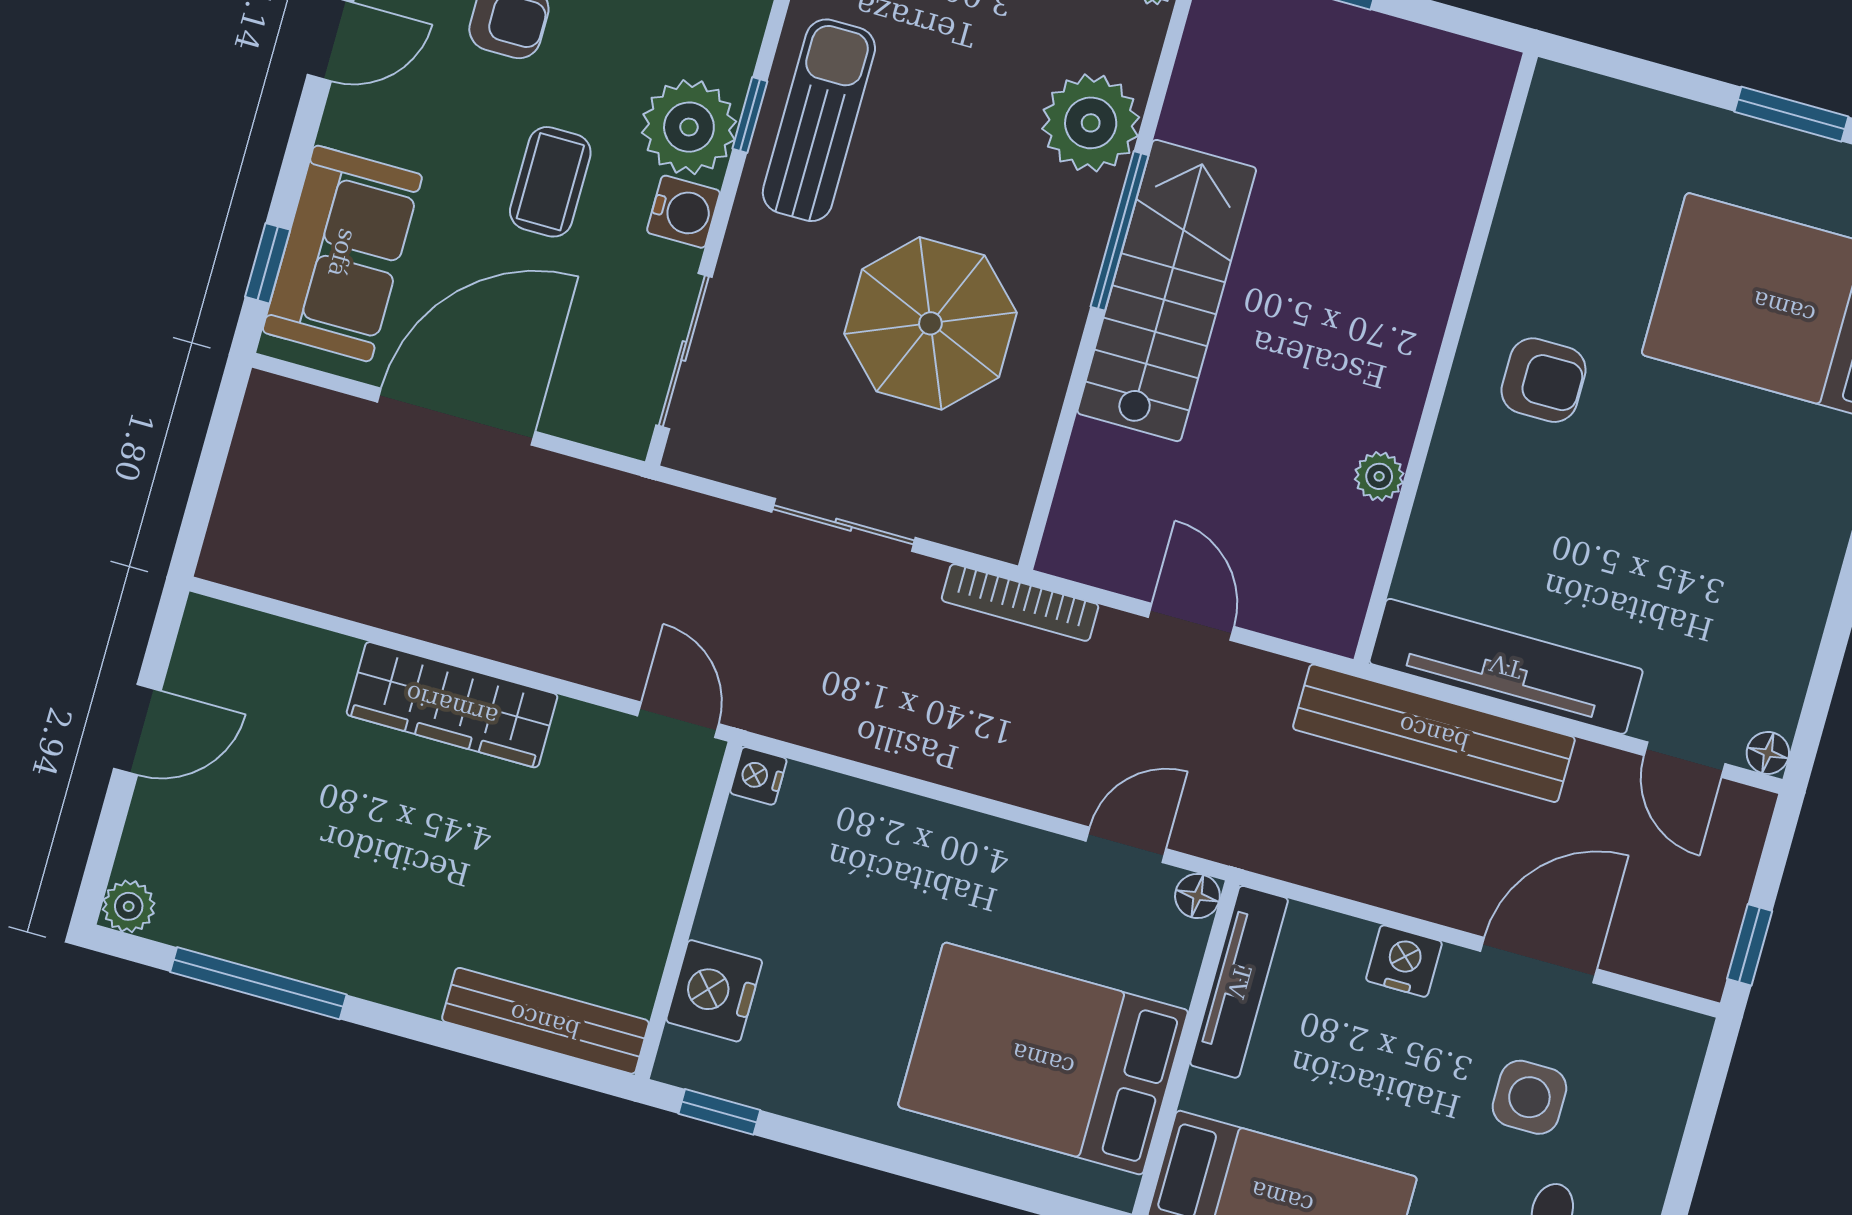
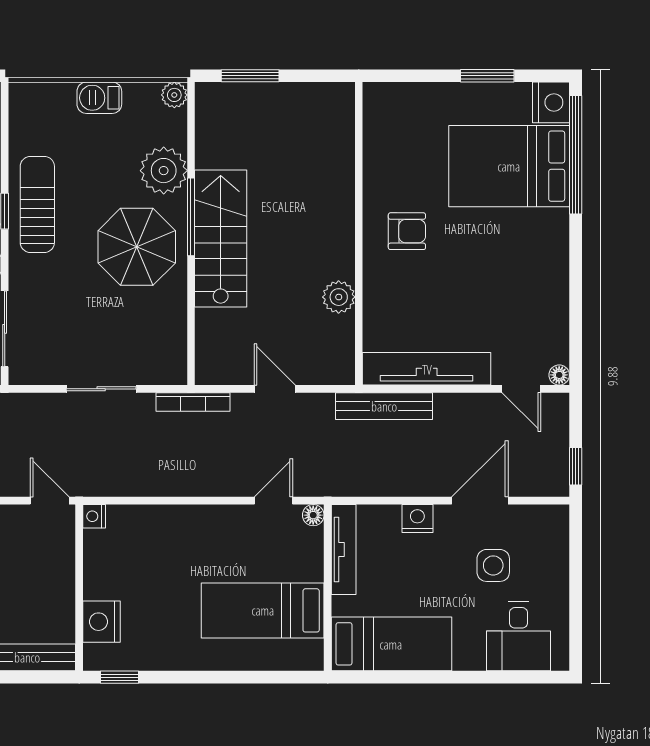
parasol: (930, 323) -> (137, 247), moved
plant: (1379, 476) -> (339, 297), width x1.38, depth x1.38
bench: (1434, 733) -> (384, 406), width x0.73, depth x0.82
bed: (1043, 1059) -> (263, 610), width x0.67

